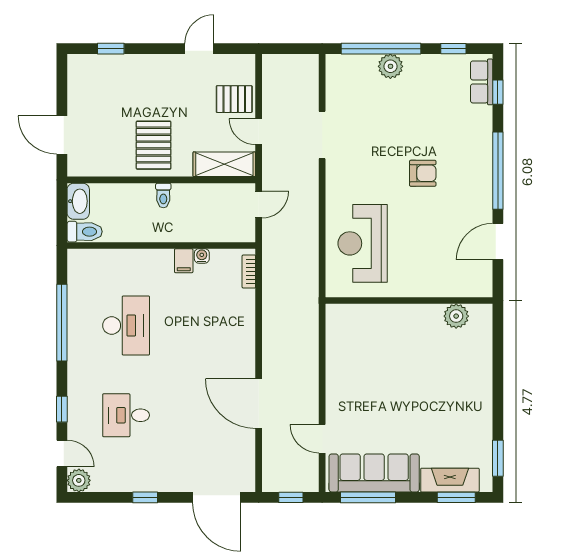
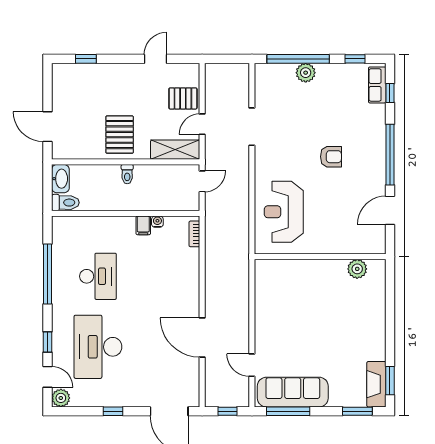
door: (259, 132) -> (202, 124), hinge flipped
desk: (126, 415) -> (98, 347), width x1.87, depth x1.30
fireplace: (450, 480) -> (376, 384), moved, turned -90

